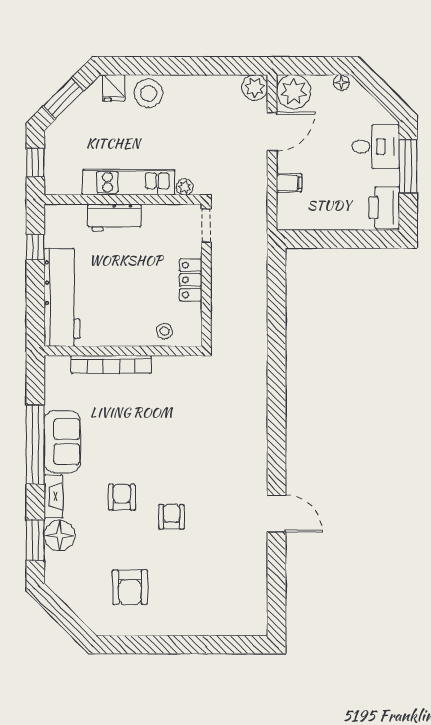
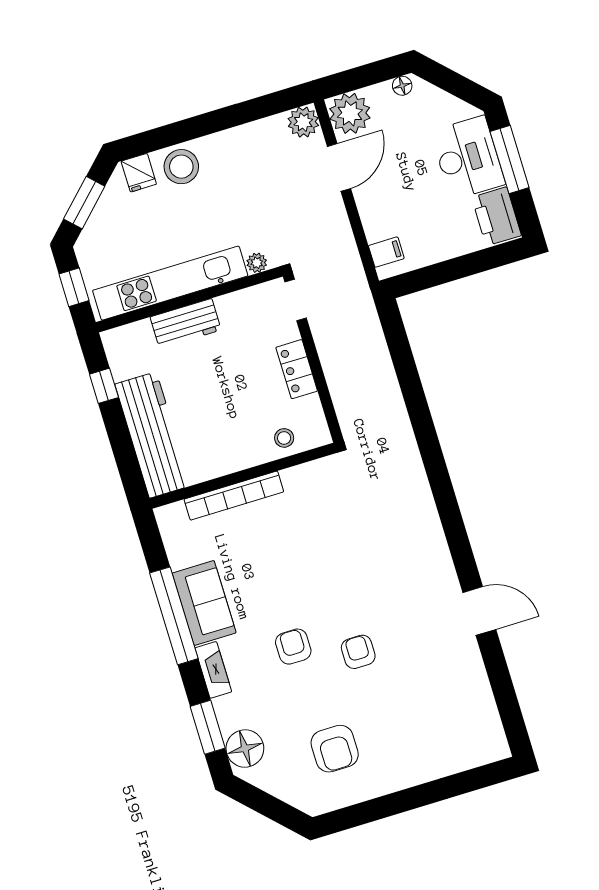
desk: (376, 147) -> (468, 158), width x1.37
kitchen unit: (129, 182) -> (170, 283), width x1.36
filing cabinet: (289, 183) -> (386, 252), moved
floor lamp: (60, 535) -> (245, 748), moved

